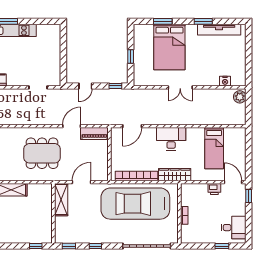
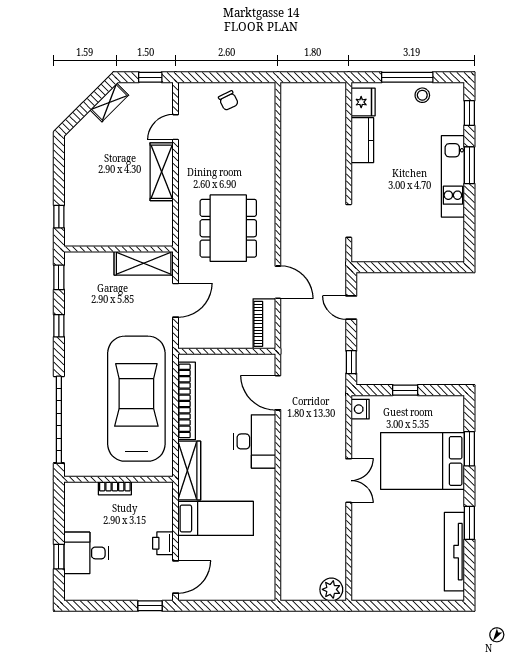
nightstand: (225, 81) -> (360, 409), moved
double door: (180, 87) -> (349, 481), swing flipped
desk: (171, 139) -> (255, 441), moved
bed: (214, 148) -> (216, 518), moved, turned 180
door: (81, 182) -> (176, 300), hinge flipped
desk: (234, 228) -> (86, 553), moved, turned 90

